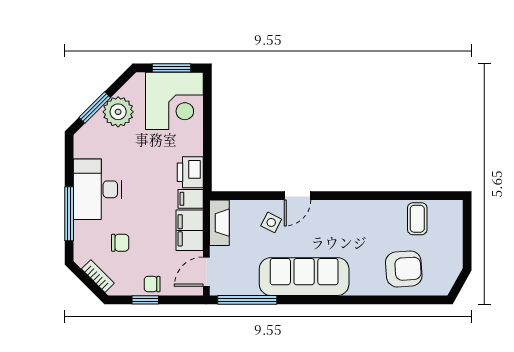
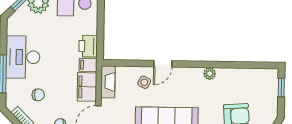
plant: (364, 209) -> (210, 74), added
coffee table: (417, 219) -> (246, 81), removed
window: (467, 227) -> (281, 87), added

